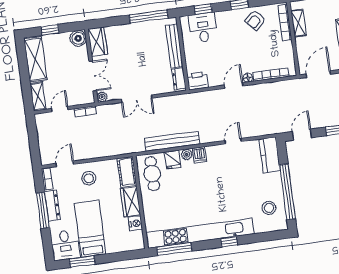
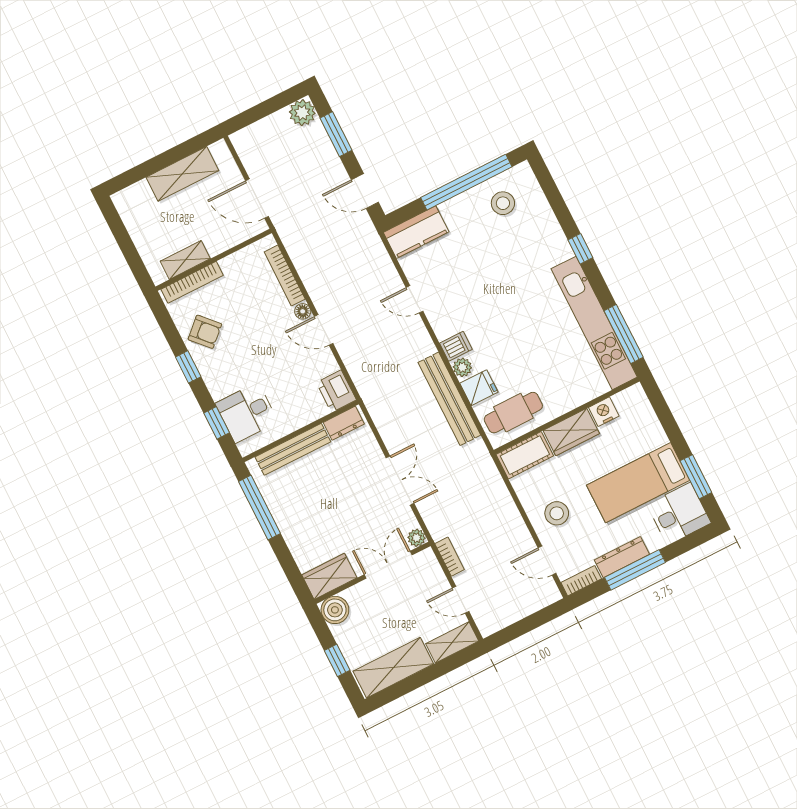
kitchen unit: (200, 233) -> (594, 323), width x0.73

